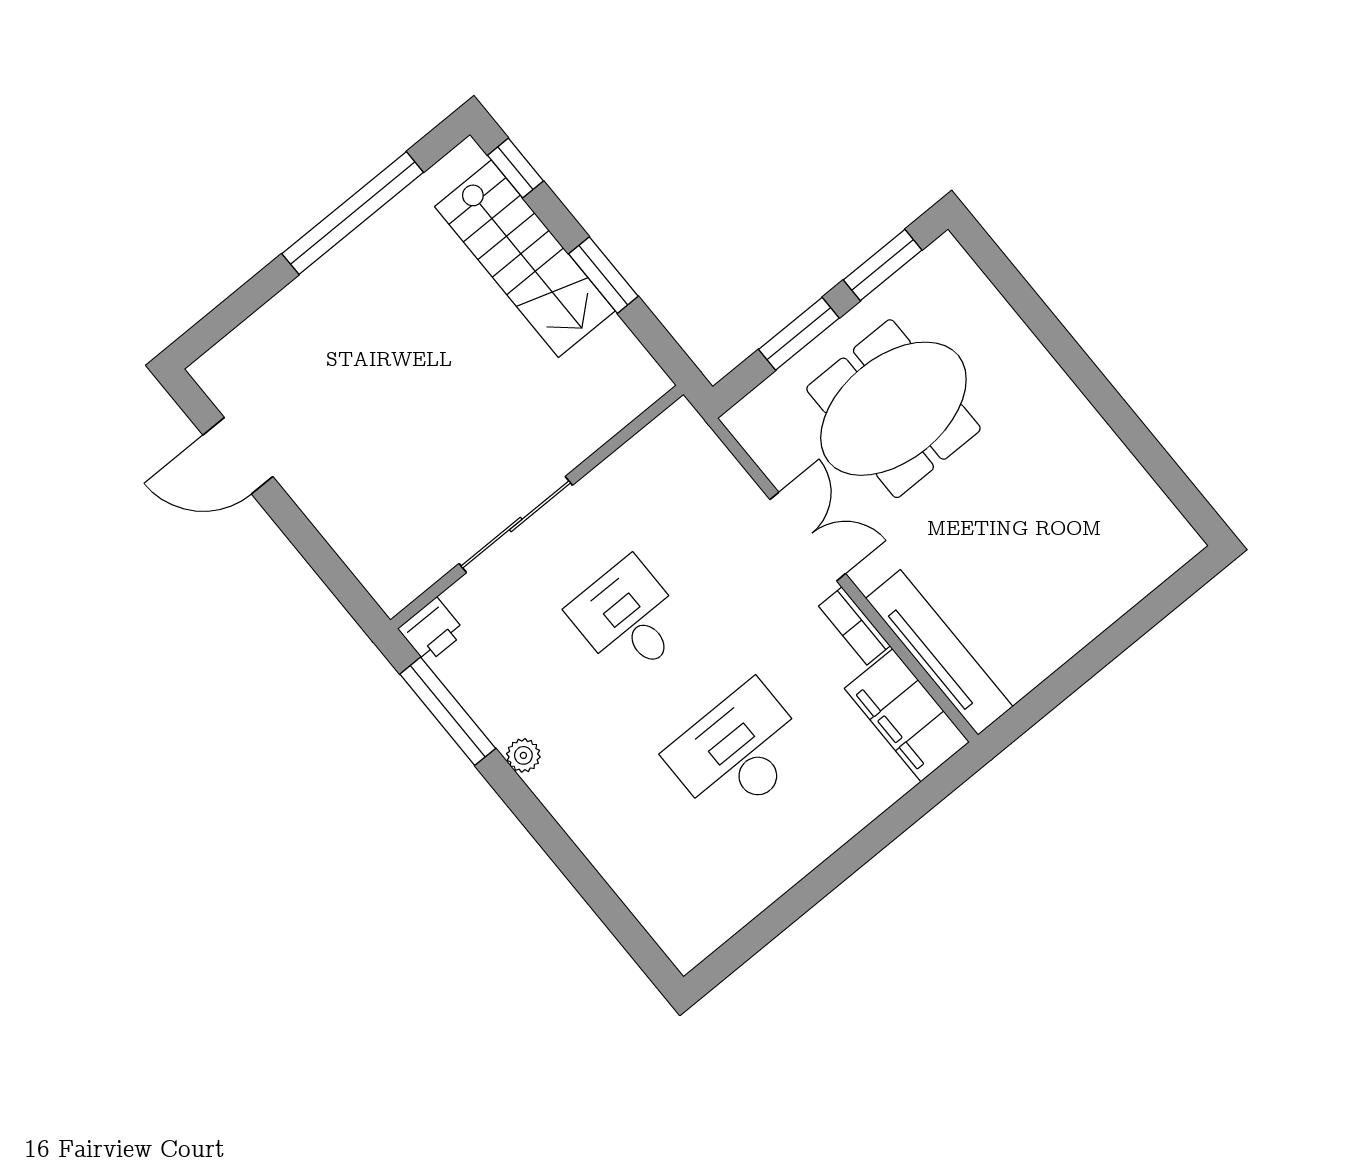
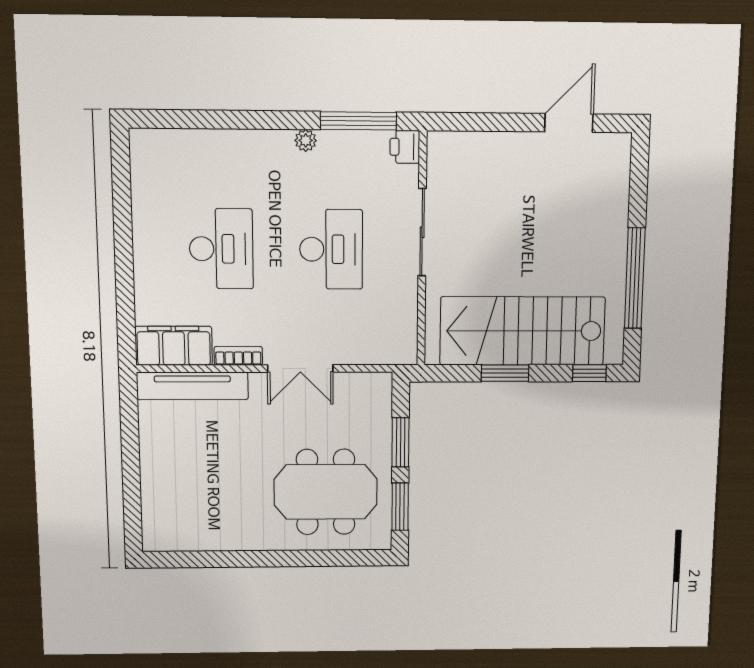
stairs: (525, 259) -> (522, 331), width x1.36, depth x1.51
meeting table: (893, 409) -> (326, 492), moved, turned 90
desk: (629, 619) -> (331, 249), width x1.37

